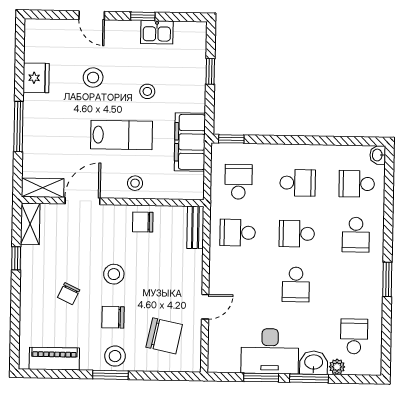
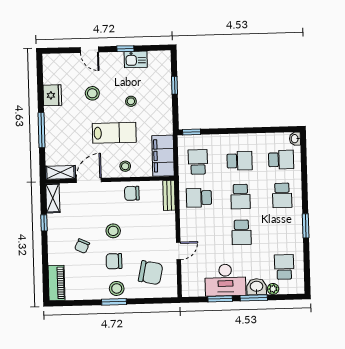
filing cabinet: (190, 142) -> (163, 156), moved
school desk: (357, 184) -> (281, 160), turned 180
school desk: (297, 234) -> (241, 197), turned -90
piano: (54, 359) -> (56, 283), moved, turned 90

